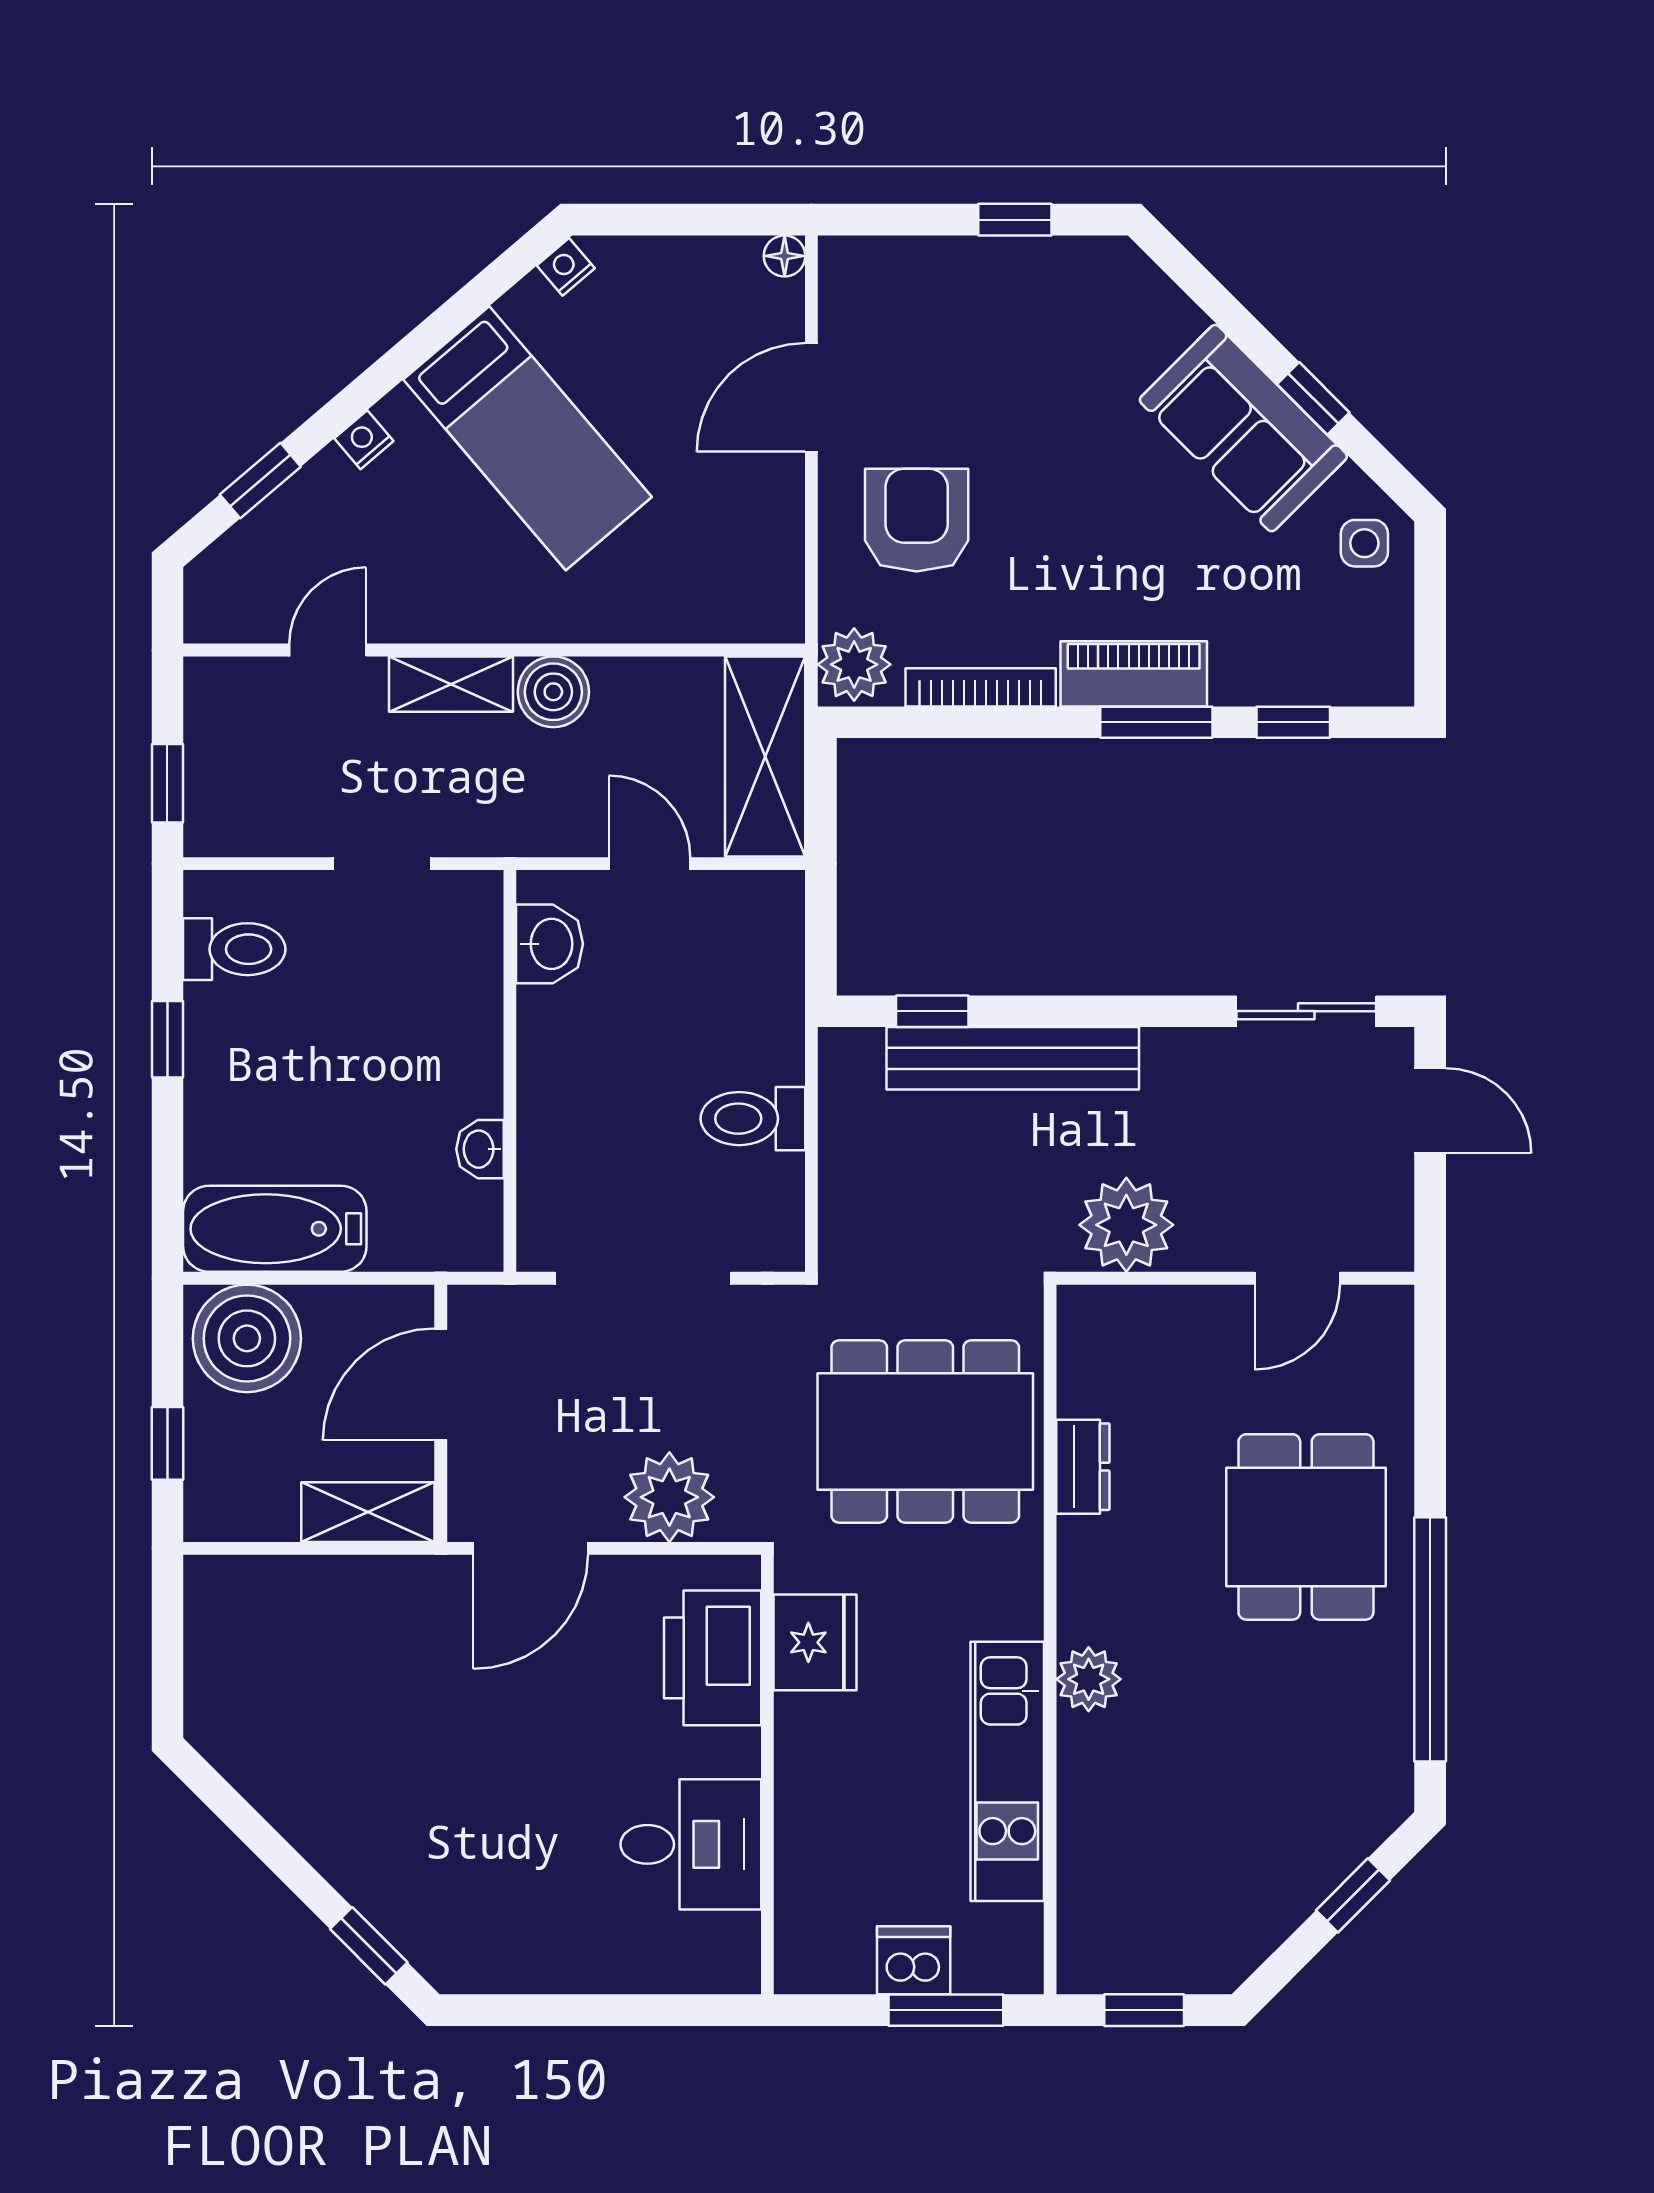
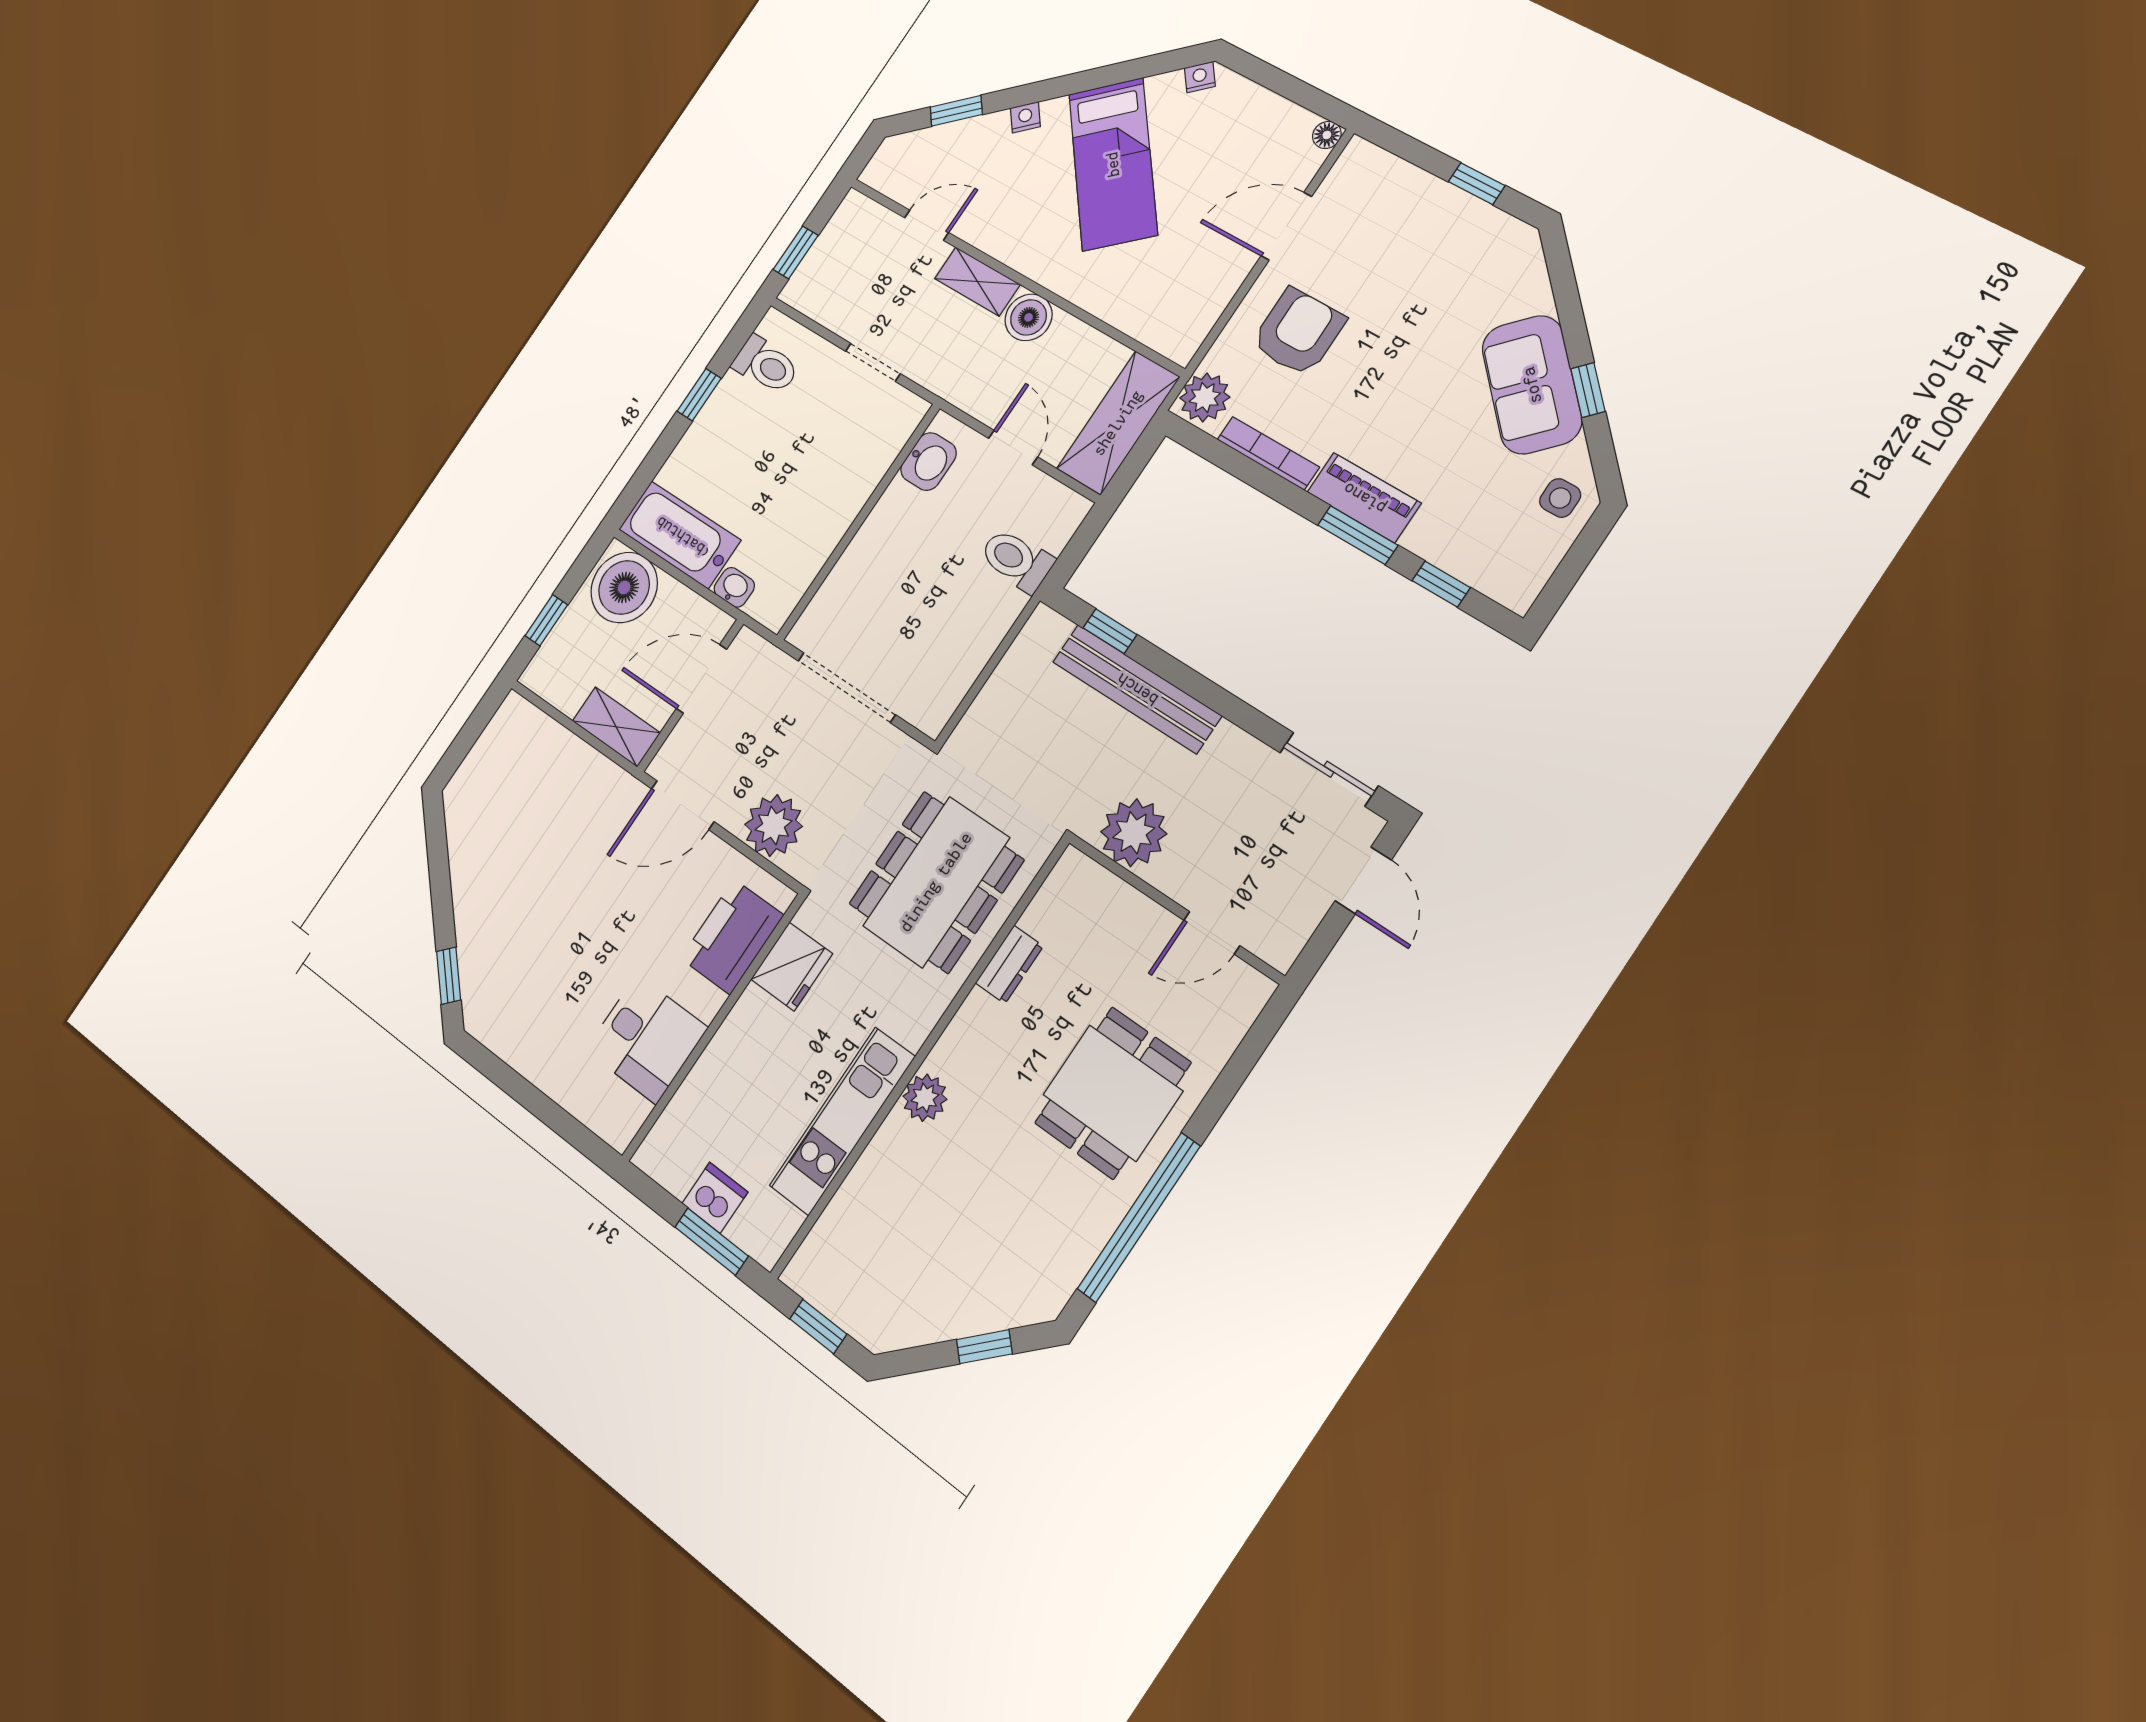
toilet: (753, 1119) -> (1016, 560), moved
washbasin: (480, 1149) -> (734, 587), moved, turned 90
dining table: (925, 1432) -> (936, 882), turned 90

